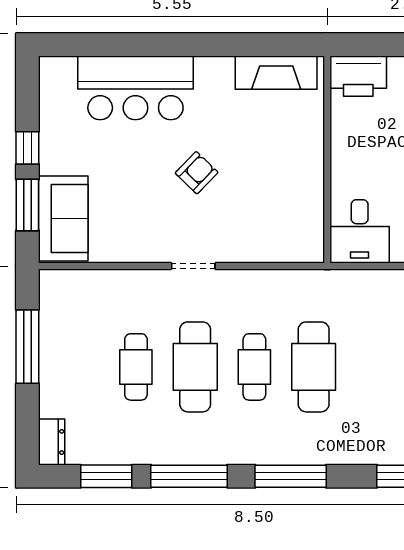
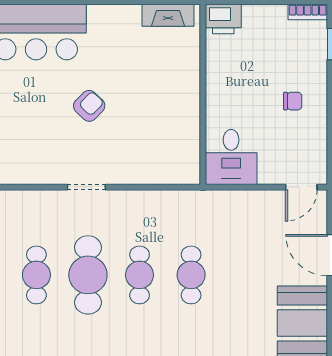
fireplace: (276, 73) -> (168, 15), width x0.73, depth x0.76
printer: (358, 76) -> (223, 19), width x0.73, depth x0.84
cafe table: (314, 367) -> (191, 275), width x0.73, depth x0.74

